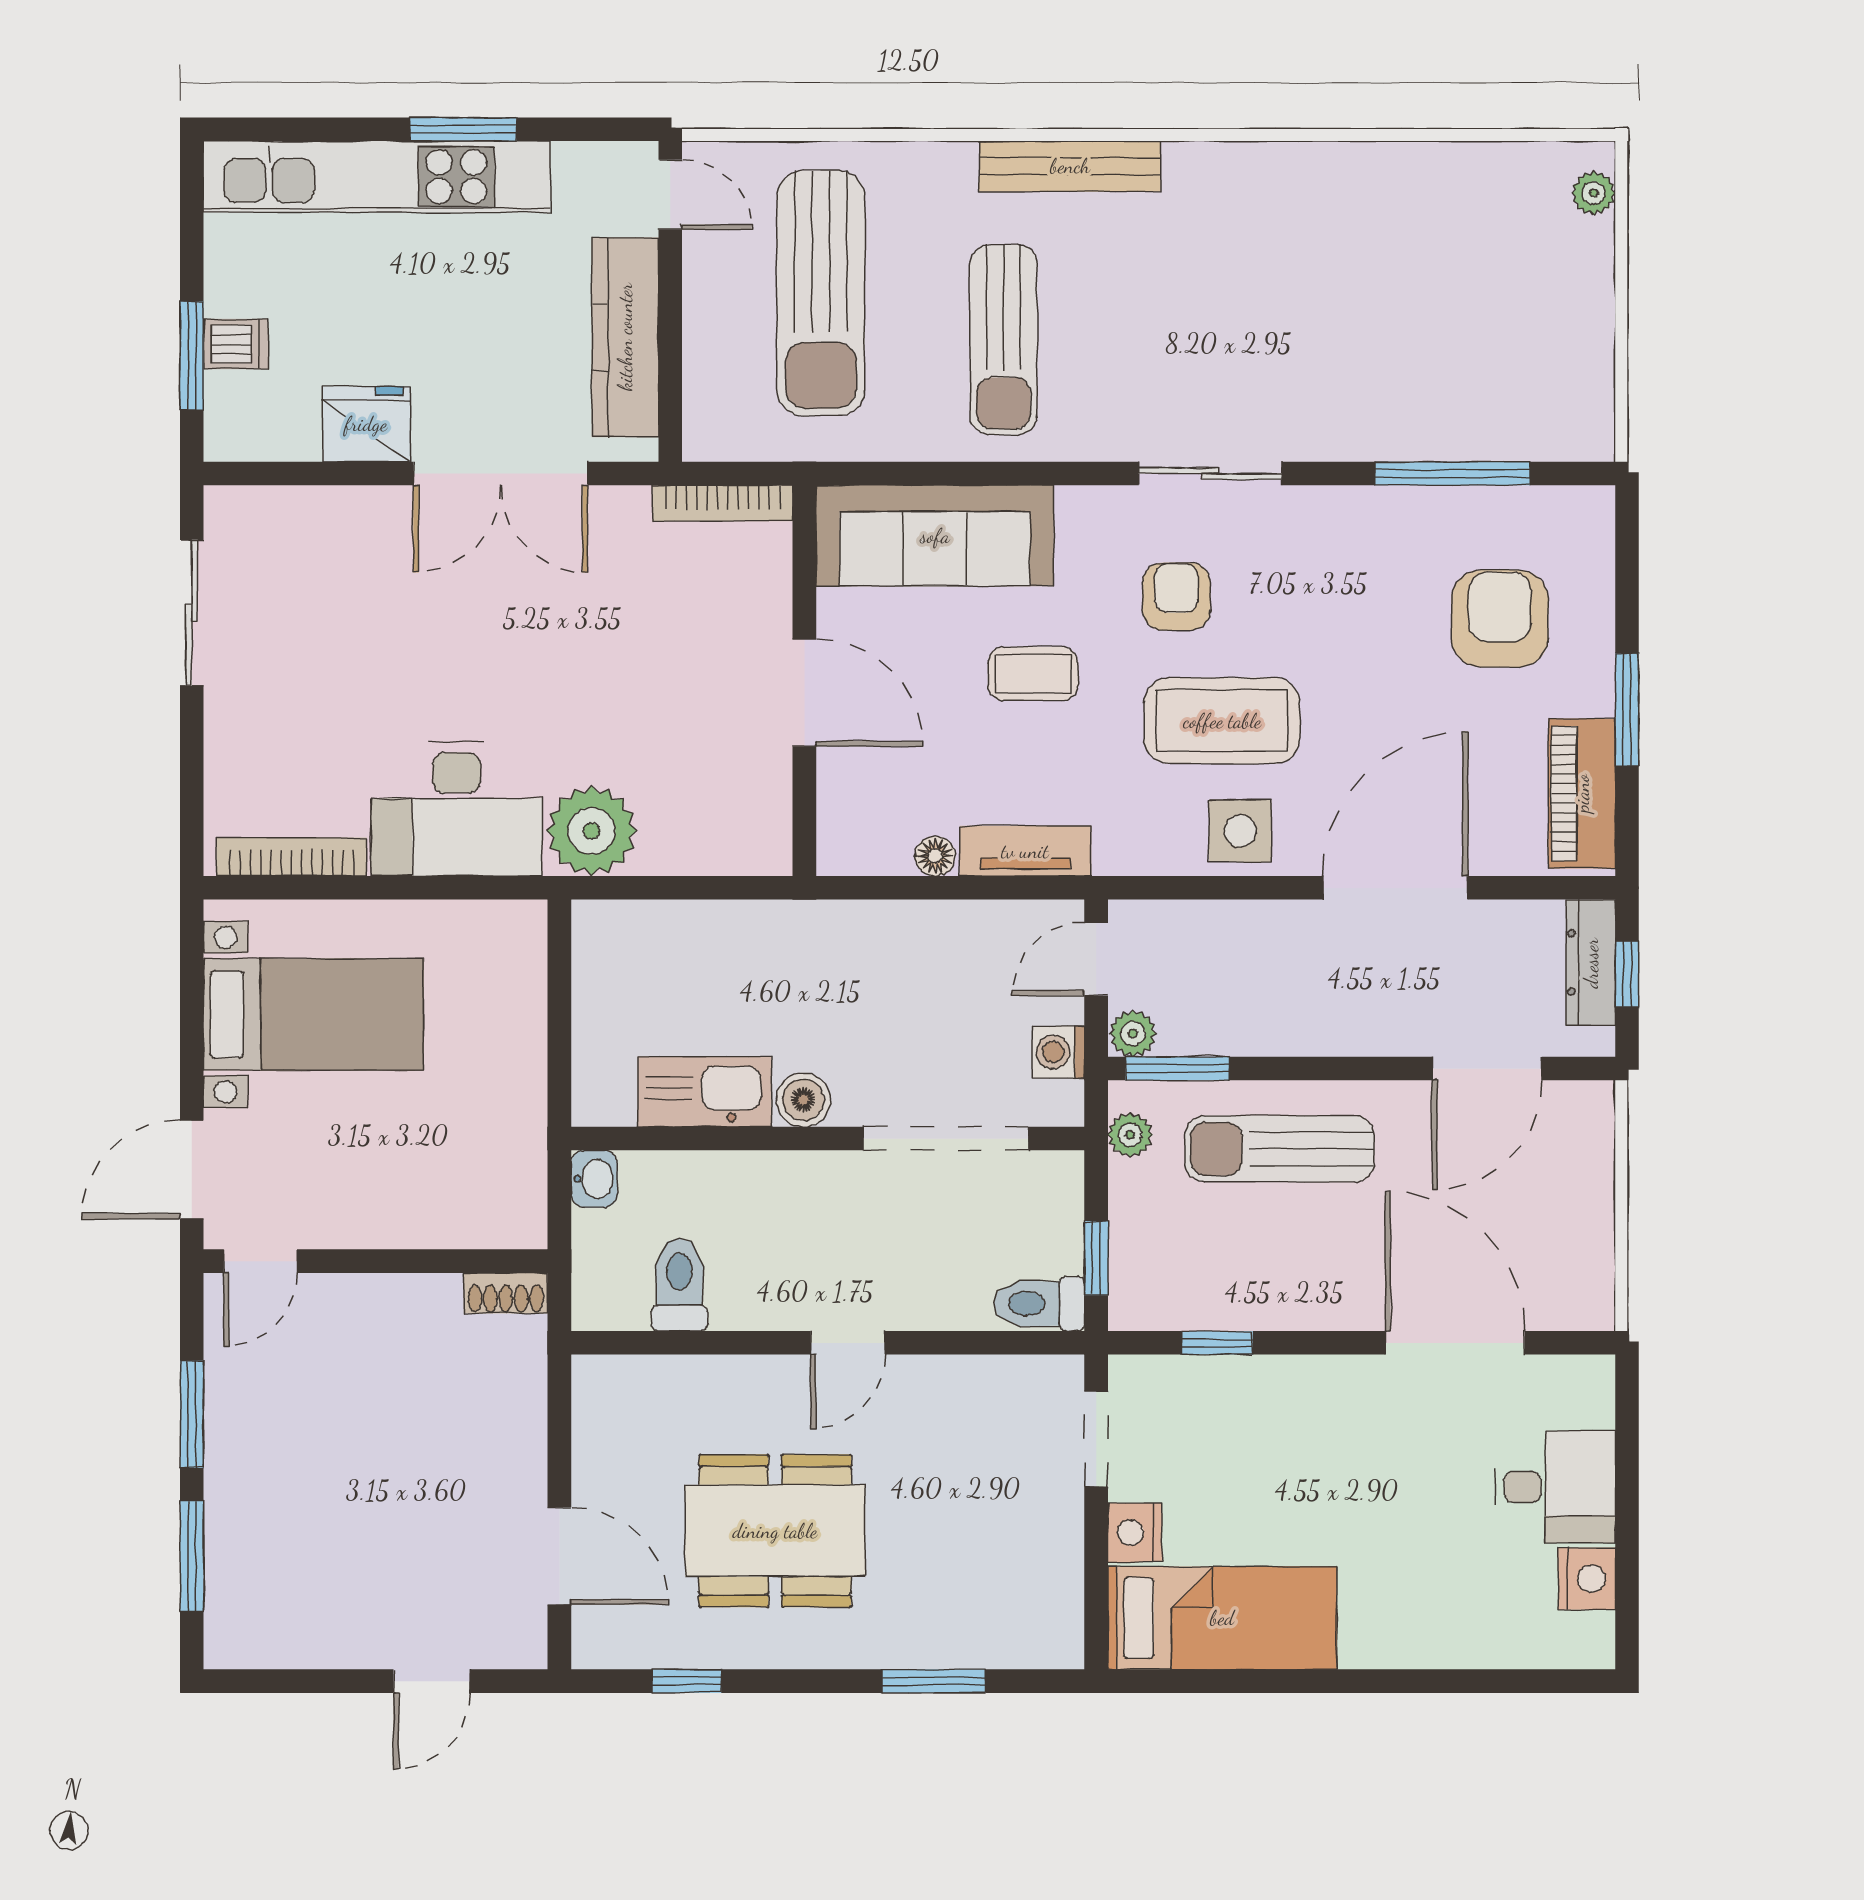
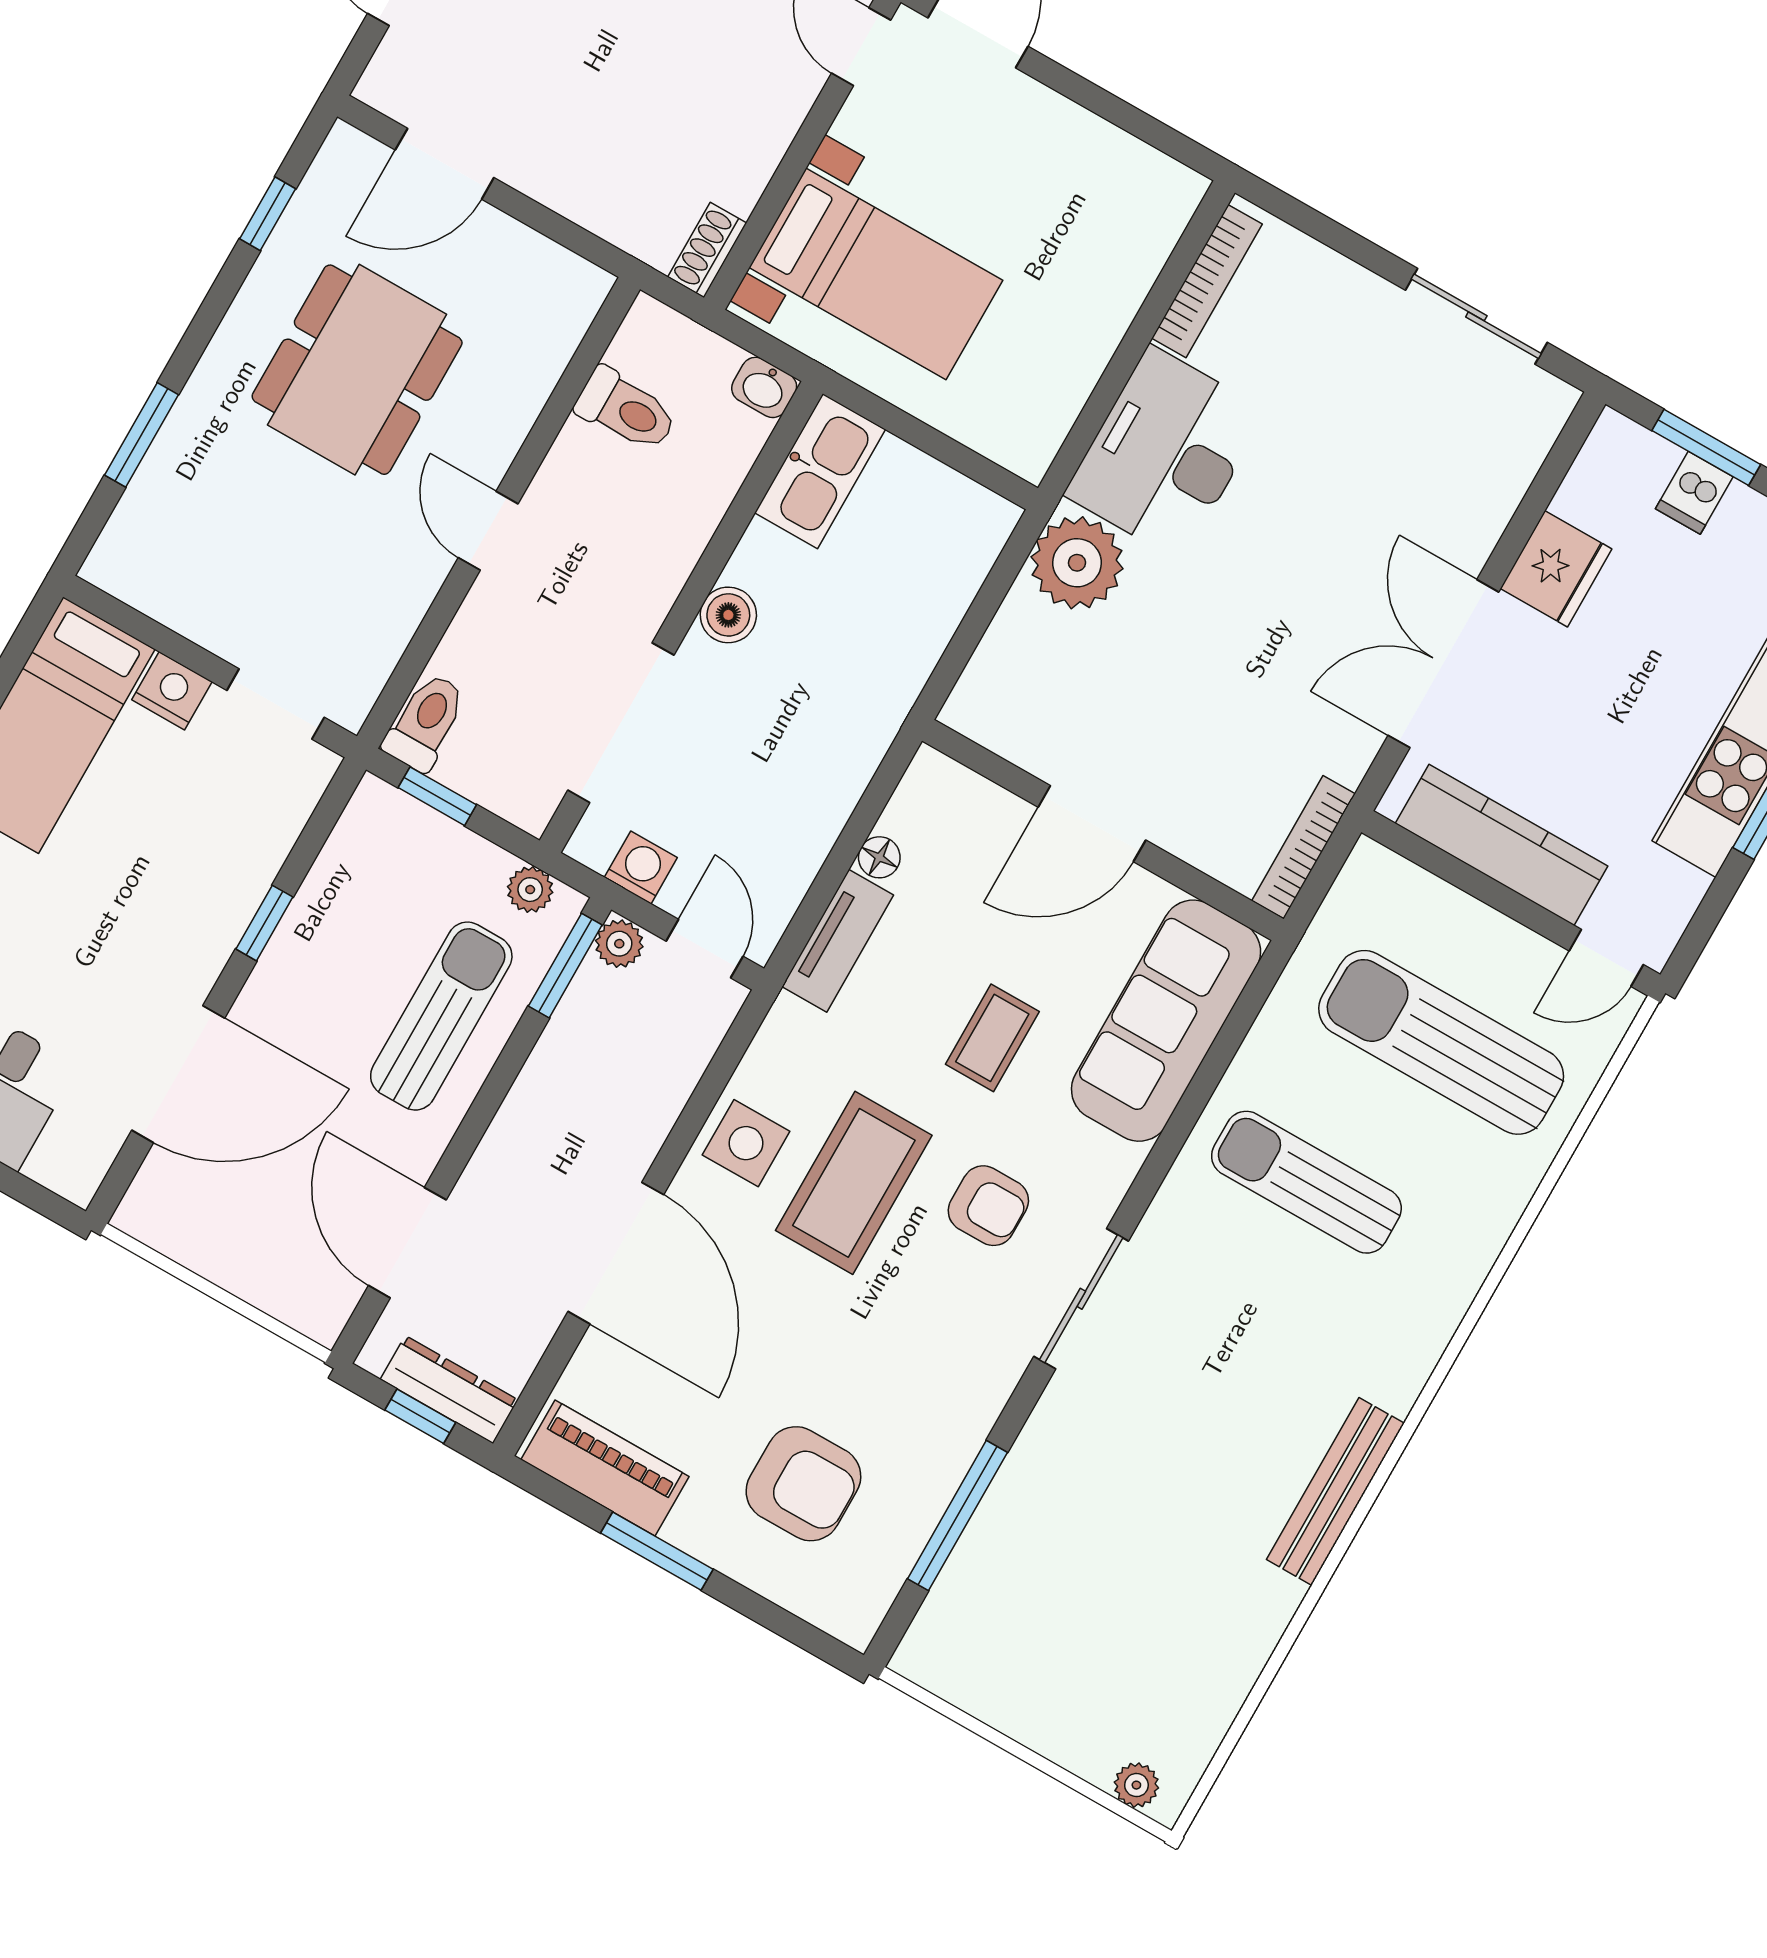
bench: (1070, 166) -> (1336, 1491), moved
bed with nightstands: (313, 1014) -> (876, 274), moved, turned -90
kitchen sink: (705, 1092) -> (820, 471), moved
window: (1217, 1343) -> (264, 923), moved

